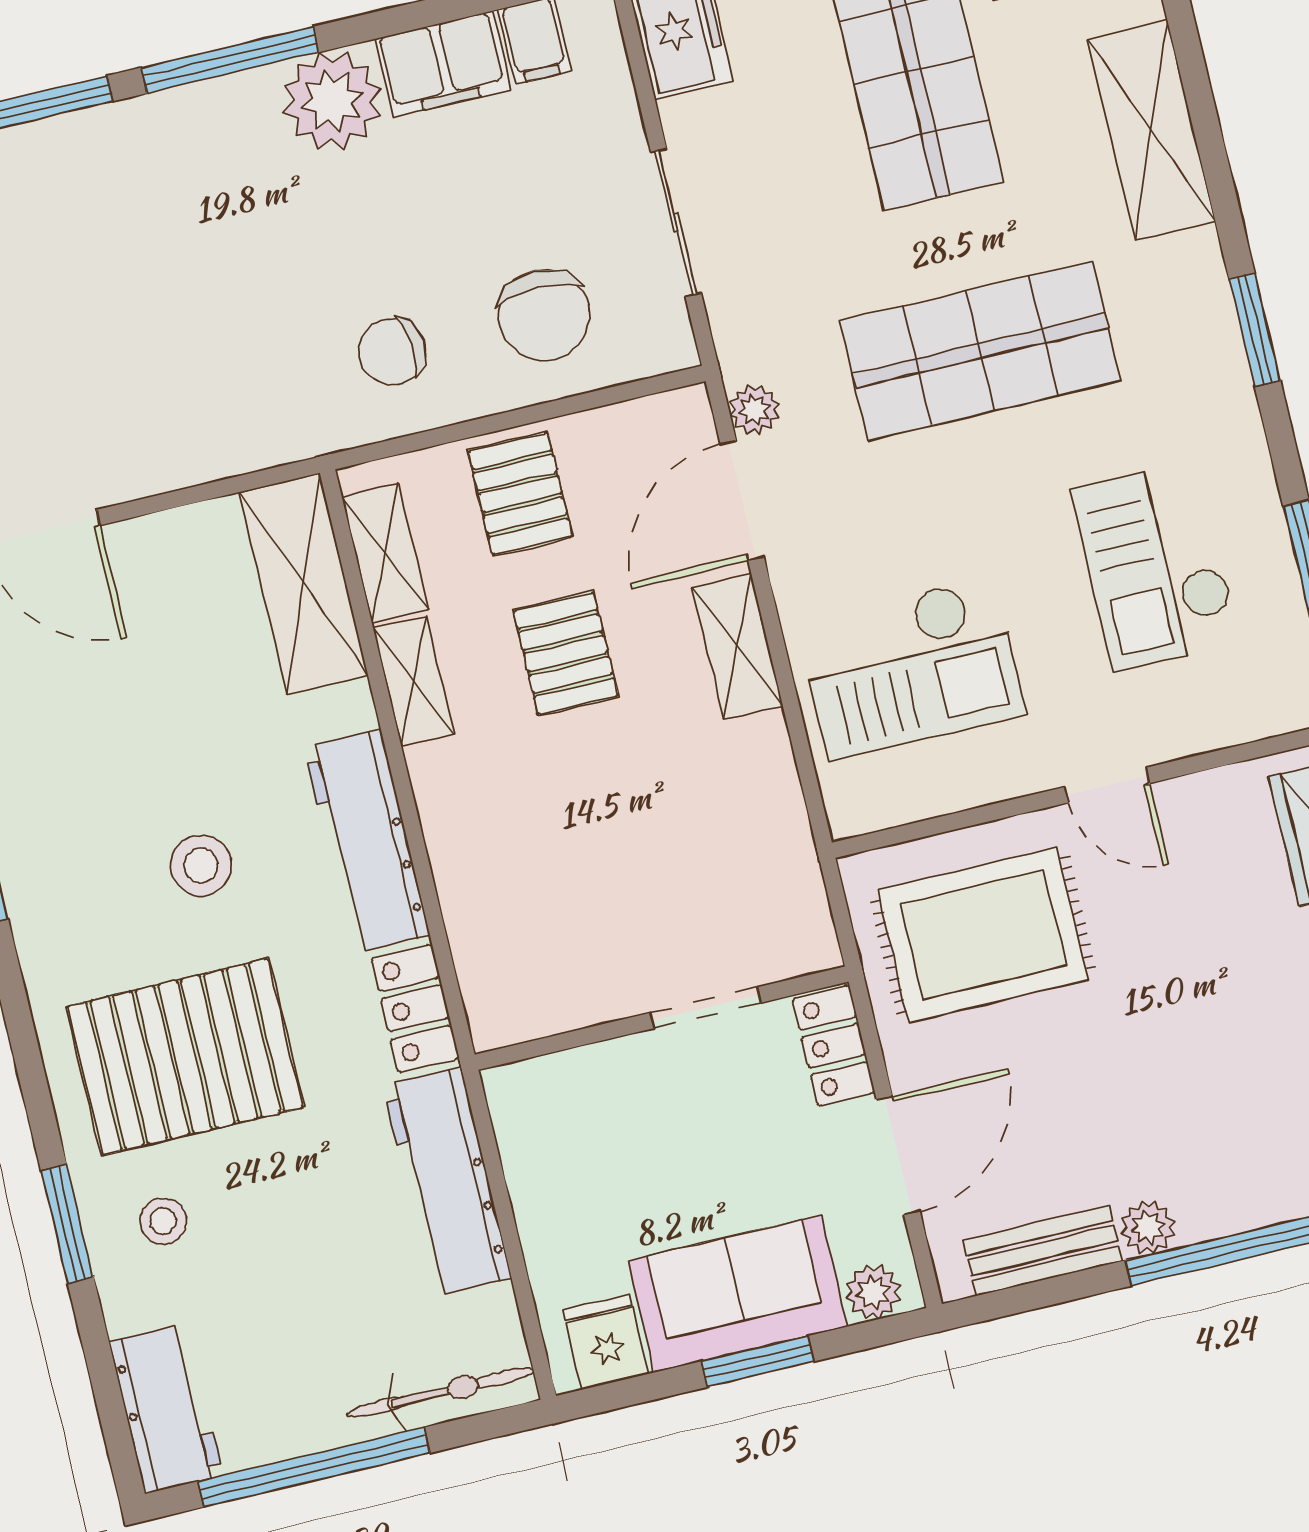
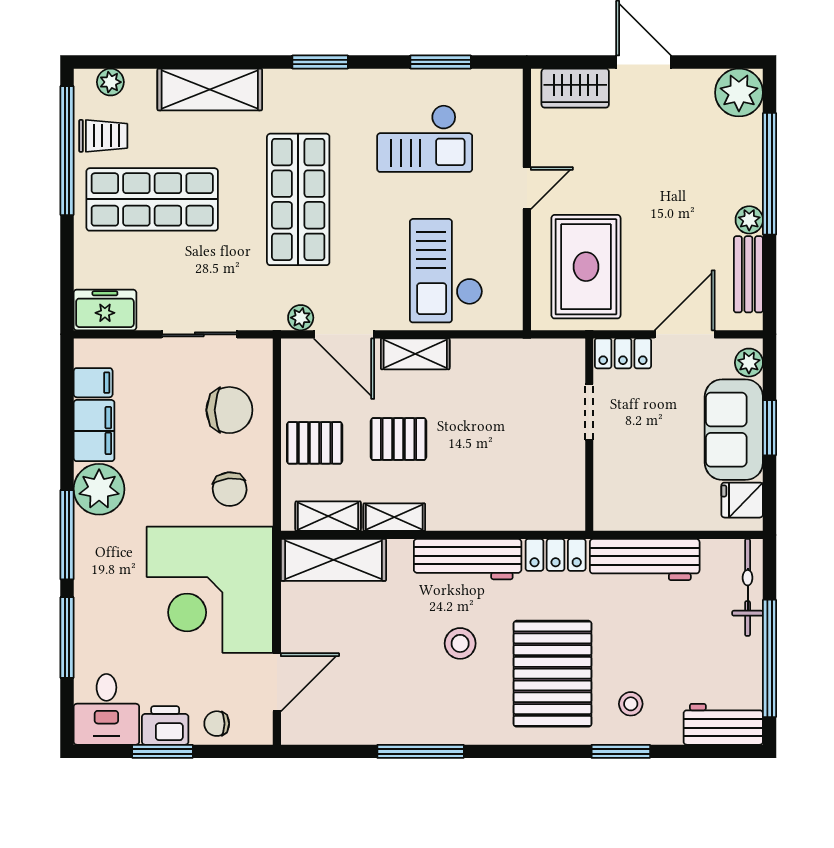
corner desk: (190, 360) -> (210, 590), added
checkout: (911, 668) -> (446, 271), turned 180
door: (898, 1156) -> (685, 334), hinge flipped

